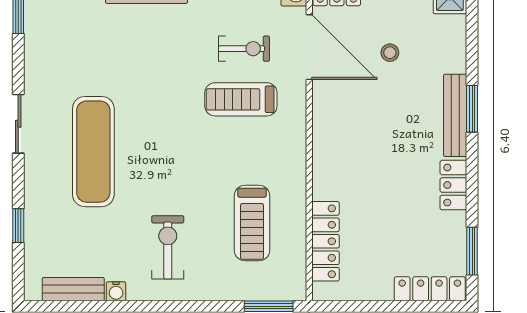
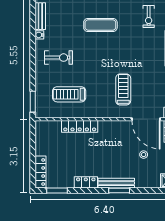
door: (309, 47) -> (146, 119), hinge flipped
exercise bike: (244, 49) -> (149, 17), moved
exercise mat: (93, 152) -> (100, 25), width x0.73, depth x0.69
locker: (325, 241) -> (80, 126), moved

